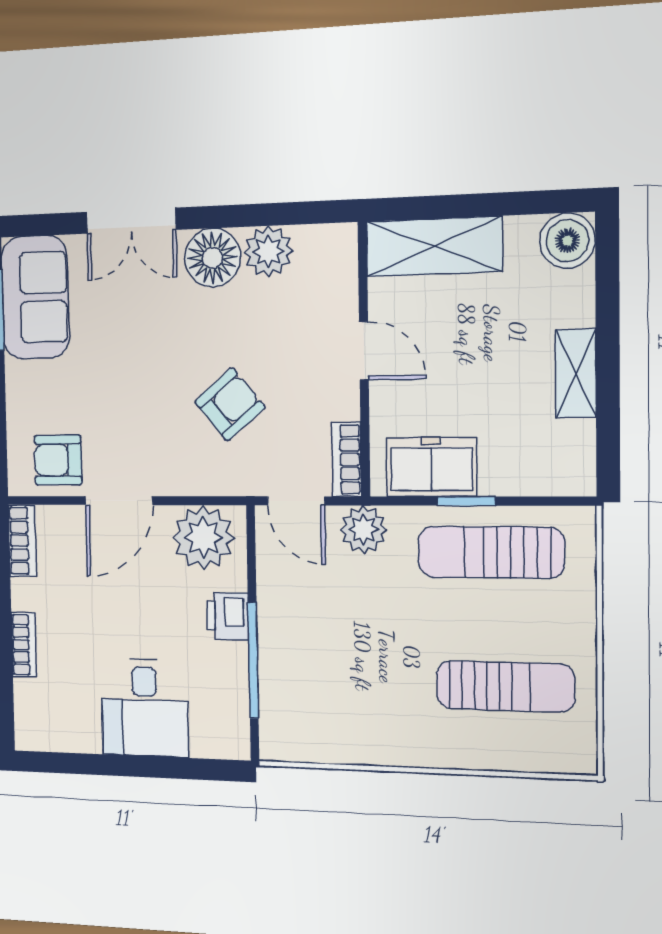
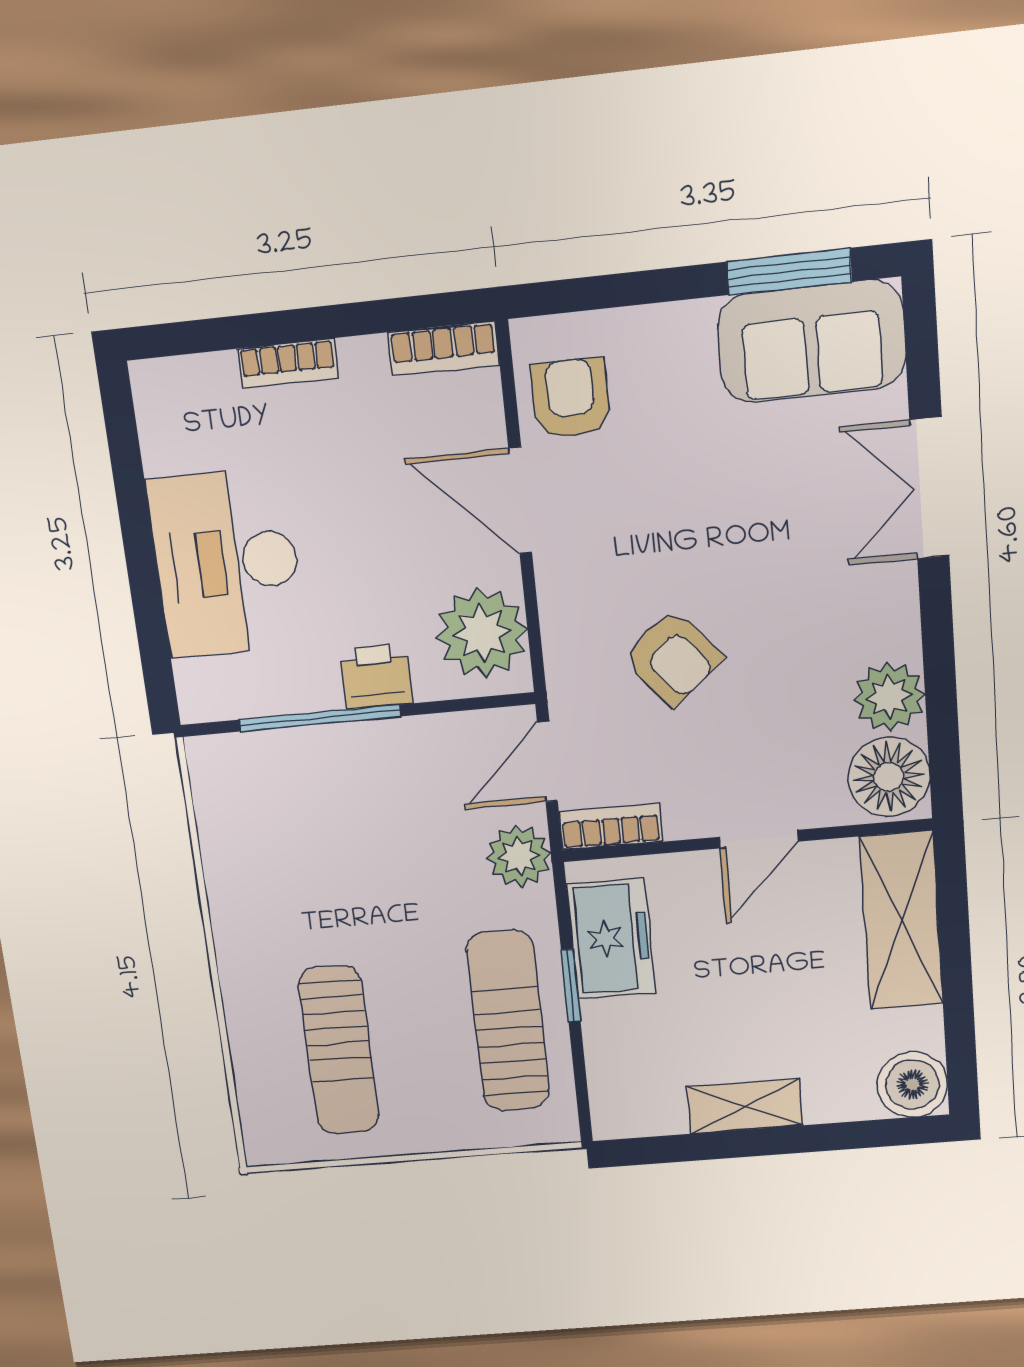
floor lamp: (212, 258) -> (889, 777), moved
desk: (144, 708) -> (227, 563), width x1.37

